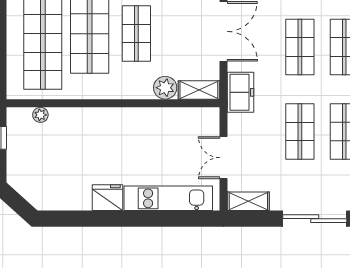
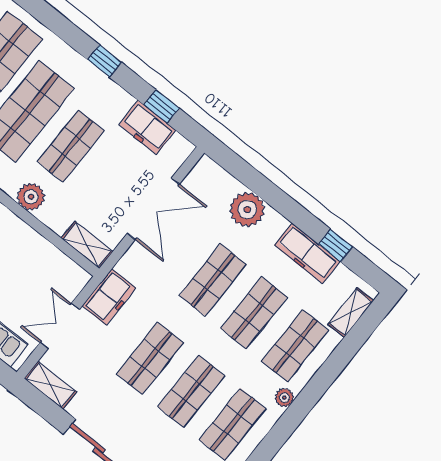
plant: (165, 88) -> (31, 197), moved
freezer: (241, 92) -> (109, 297), moved

